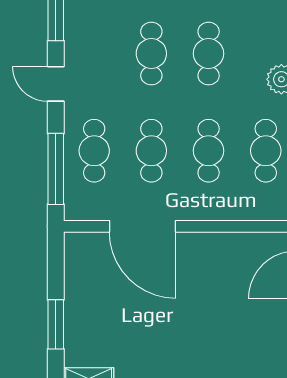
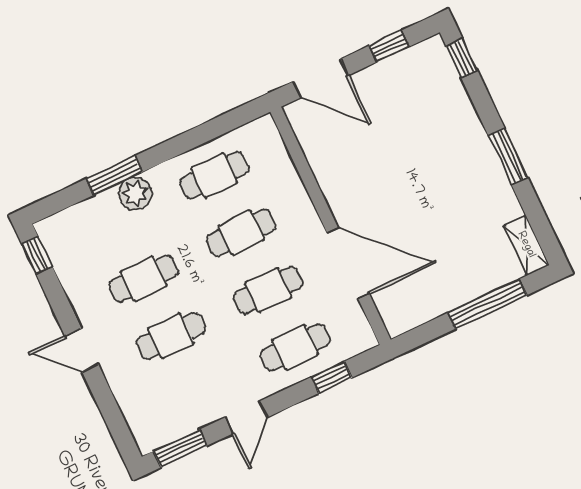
window: (56, 169) -> (331, 377), width x0.46
door: (142, 226) -> (348, 263), hinge flipped
window: (56, 324) -> (487, 304), width x1.44

